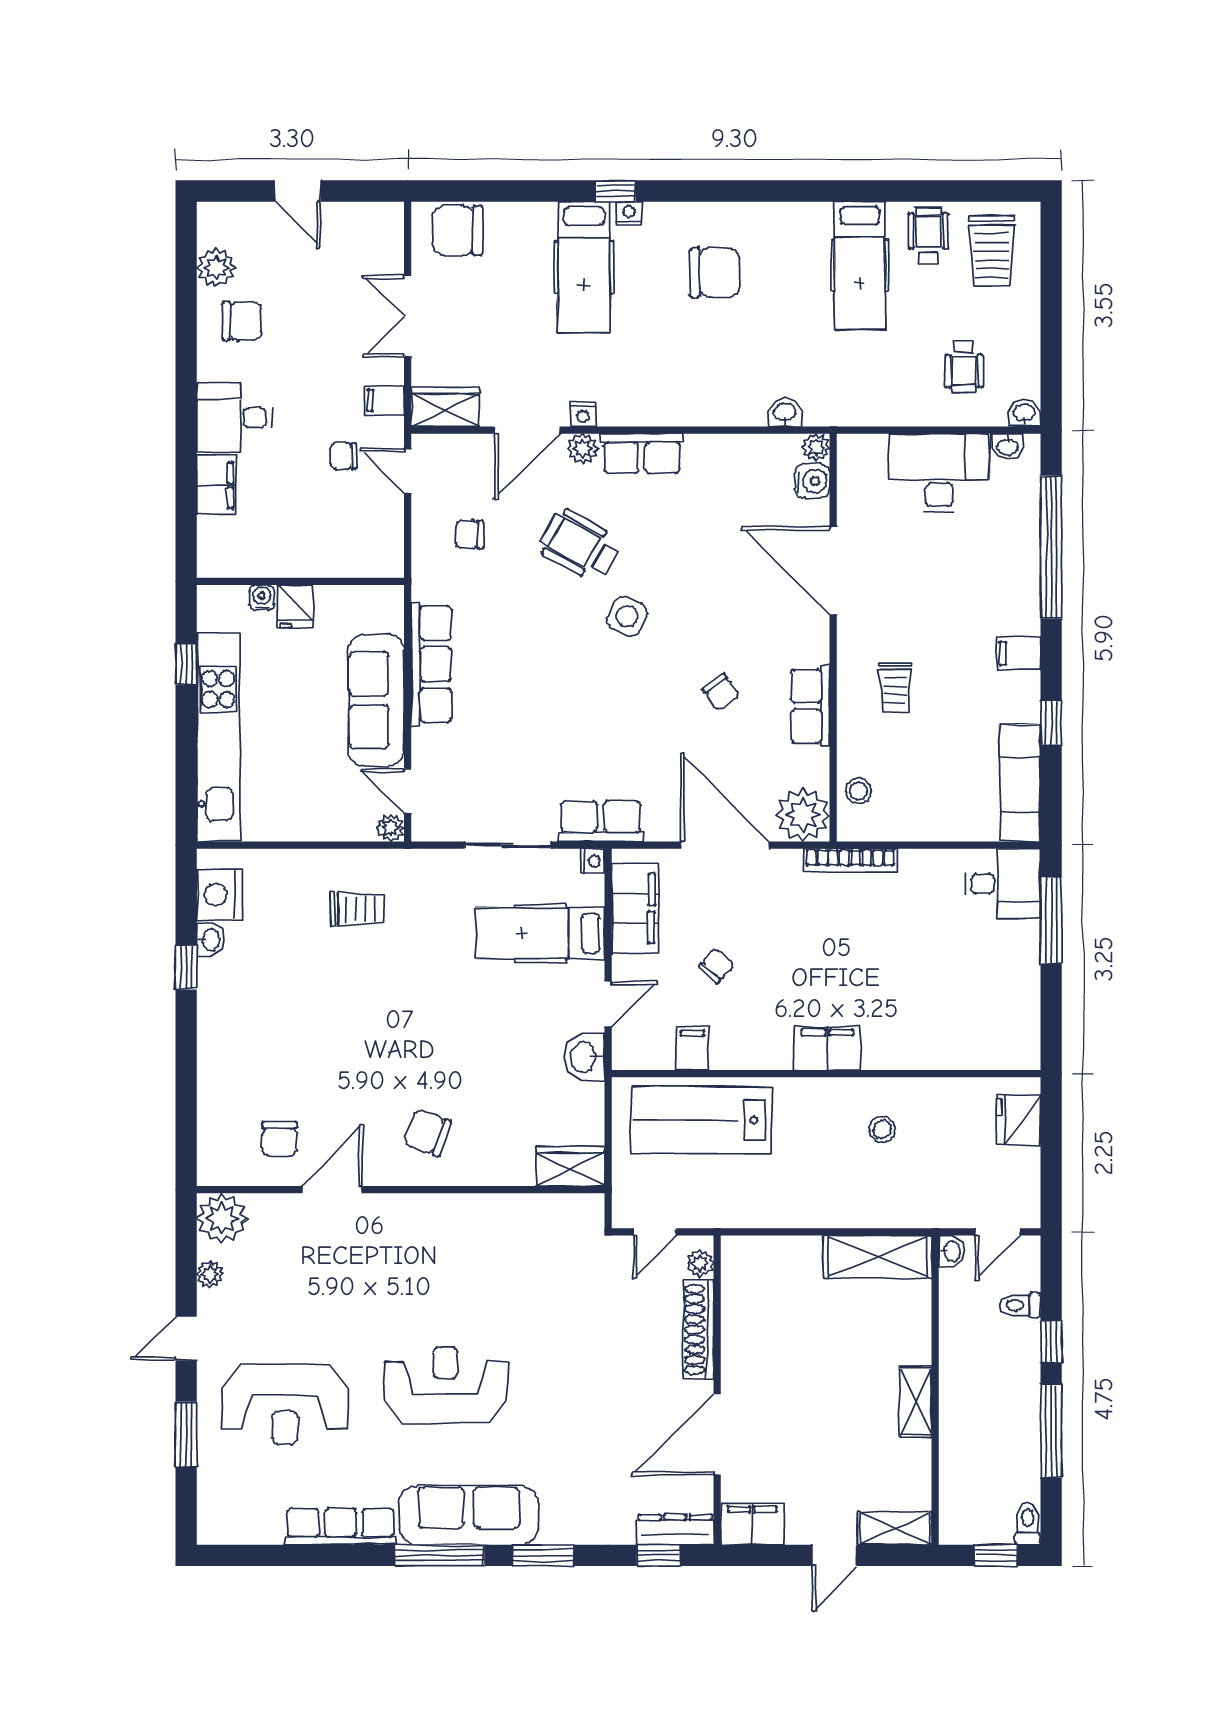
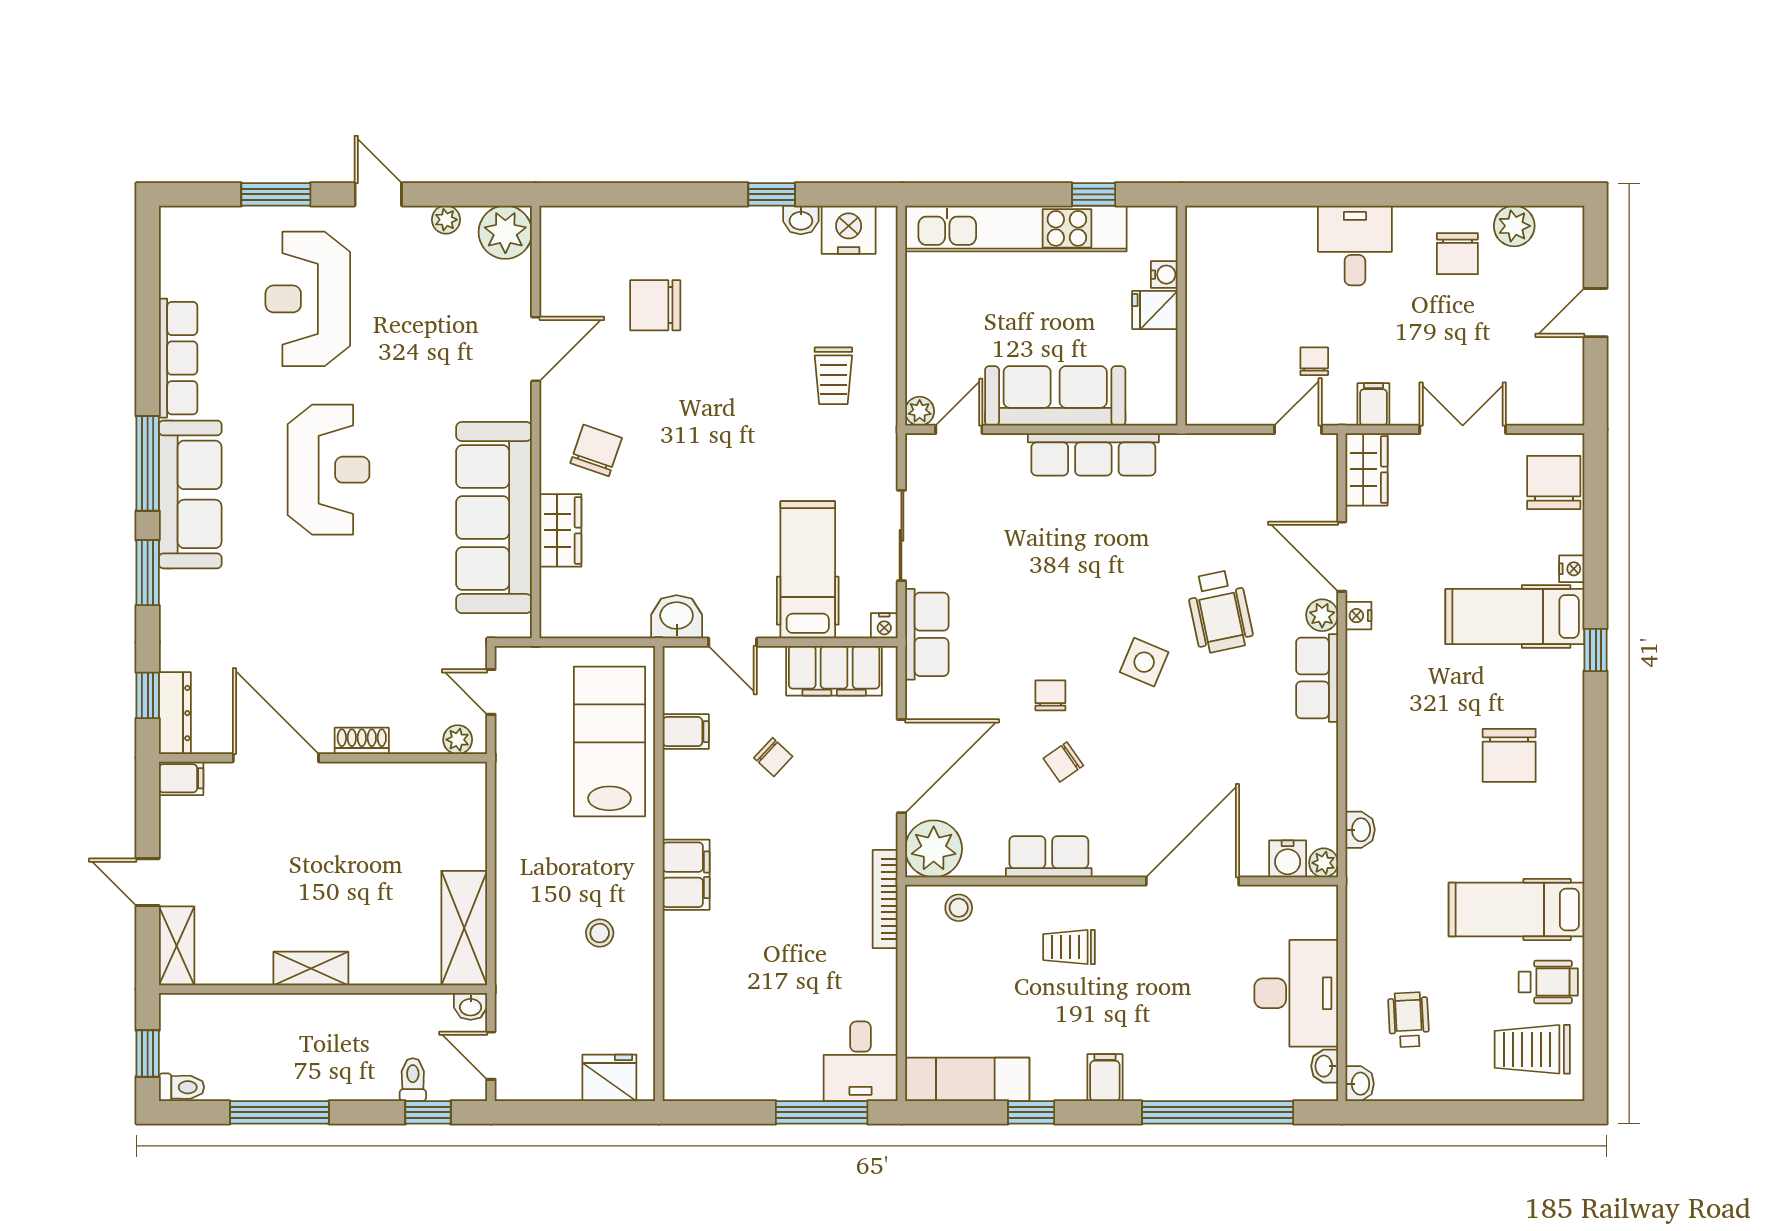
nightstand: (629, 213) -> (1572, 569), moved
wheelchair: (964, 367) -> (1409, 1020), turned 87
filing cabinet: (217, 485) -> (1283, 227), removed
chair: (469, 535) -> (1050, 695), moved
wheelchair: (579, 545) -> (1220, 611), turned 139
chair: (279, 1139) -> (655, 305), moved, width x1.37, depth x1.37
wardrobe: (571, 1166) -> (560, 530), moved
door: (332, 1190) -> (536, 349), hinge flipped
sofa: (491, 1229) -> (494, 518), added
shoe rack: (698, 1329) -> (362, 741), width x0.51, depth x0.81
window: (1051, 1342) -> (428, 1112), moved
filing cabinet: (752, 1524) -> (181, 778), width x0.50

